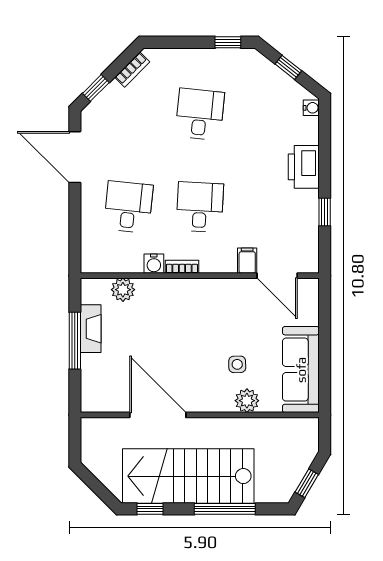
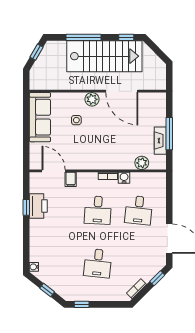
printer: (304, 167) -> (38, 206), moved
plant: (247, 401) -> (92, 99), moved

